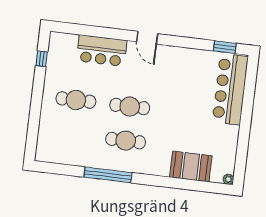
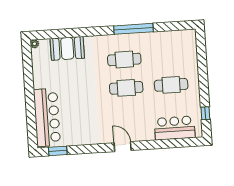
bar counter: (102, 51) -> (175, 128), moved

